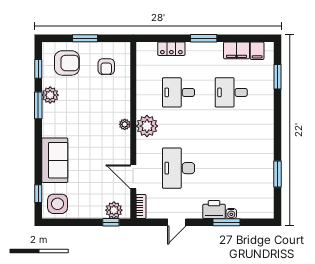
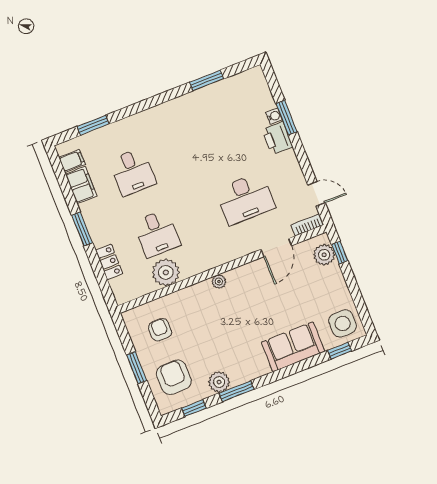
armchair: (106, 67) -> (160, 330), turned -90
plant: (147, 126) -> (166, 272), moved
door: (177, 222) -> (316, 194), moved

